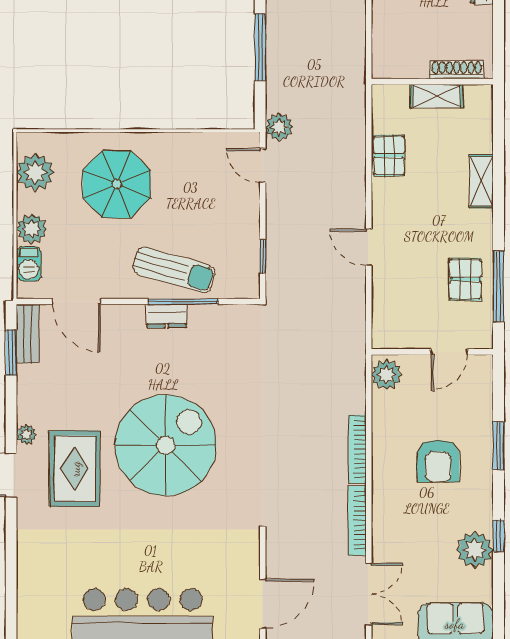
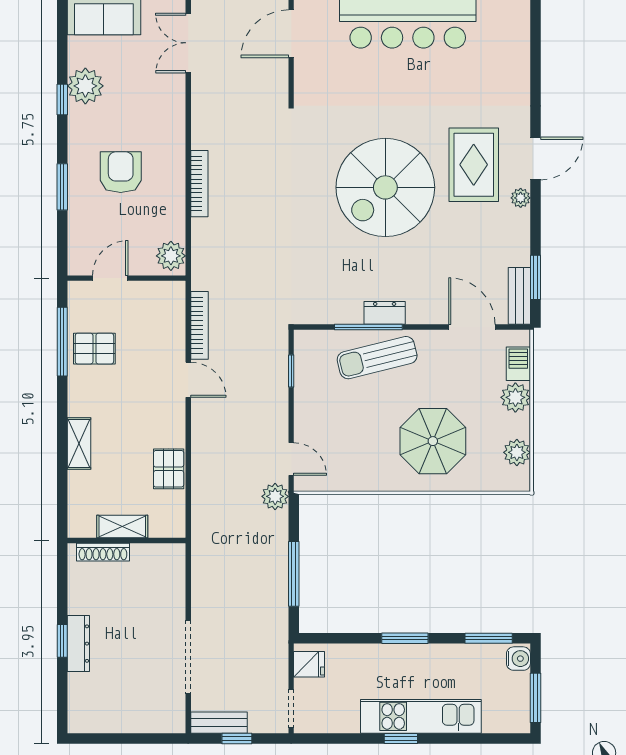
plant: (35, 172) -> (517, 452), width x0.73, depth x0.73
sun lounger: (174, 270) -> (377, 358), turned -30
pallet: (465, 279) -> (94, 349), turned 90
bookcase: (357, 521) -> (199, 325), moved

